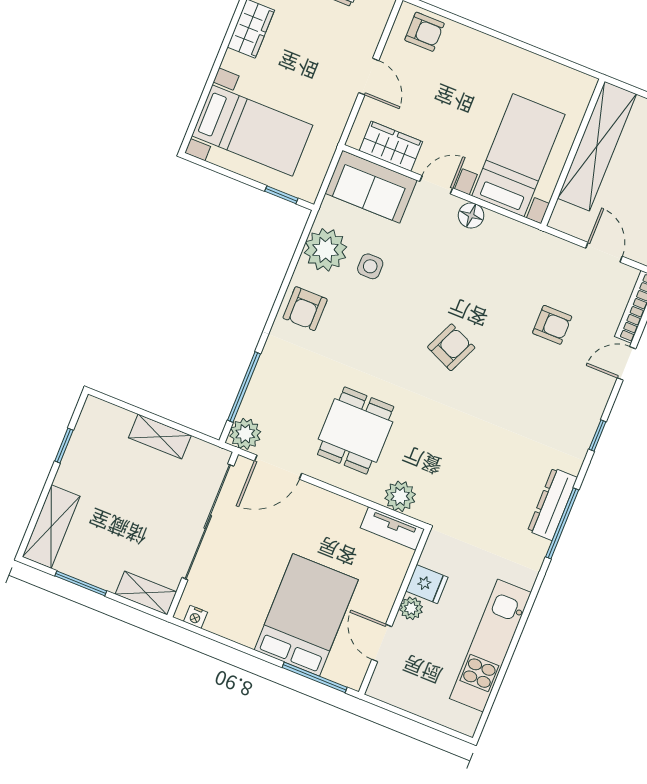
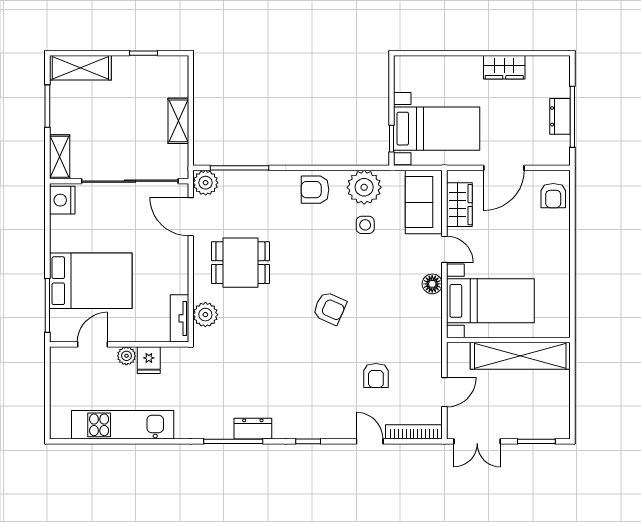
door: (369, 77) -> (504, 168), width x1.38
bed with nightstands: (252, 131) -> (437, 129), moved, turned -90
dresser: (552, 504) -> (253, 429), width x0.70
nightstand: (195, 617) -> (62, 200), width x1.89, depth x1.79

